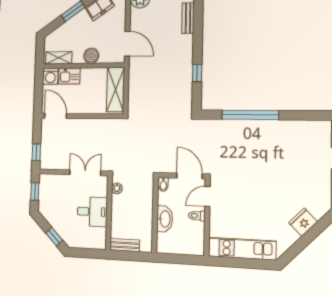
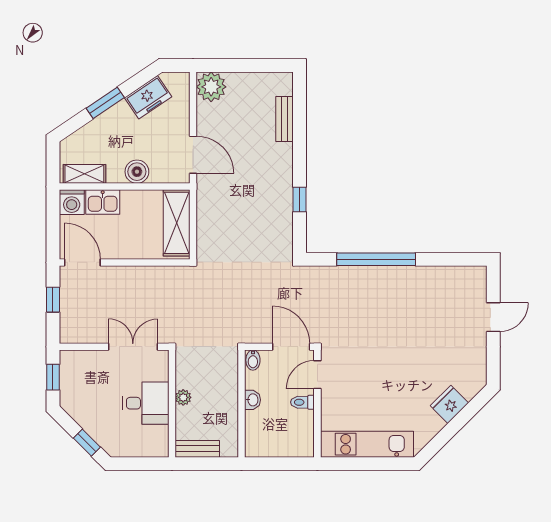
window: (36, 152) -> (53, 300), moved
plant: (117, 188) -> (183, 397), moved
washbasin: (165, 219) -> (252, 400), width x0.52, depth x0.69

